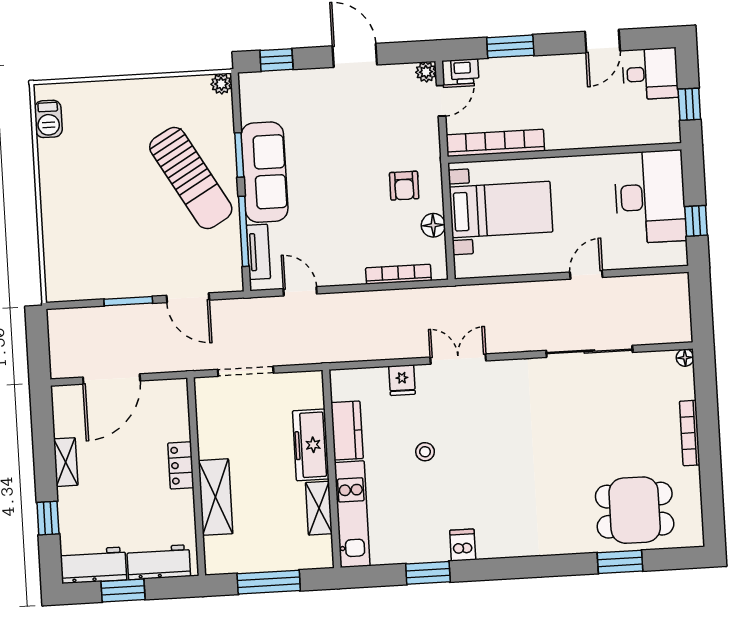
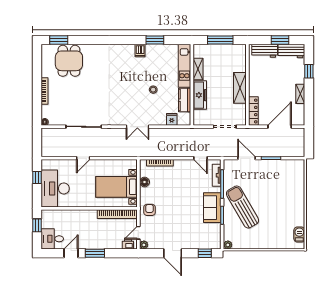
window: (510, 46) -> (95, 253), moved
sofa: (264, 172) -> (212, 208), width x0.73
armchair: (404, 186) -> (149, 210), moved
fridge: (402, 380) -> (172, 119), moved
locker: (181, 465) -> (253, 111), moved, width x1.53
shelving: (216, 497) -> (240, 88), moved
dining table: (635, 510) -> (69, 61), turned 90
window: (620, 562) -> (59, 40), moved

